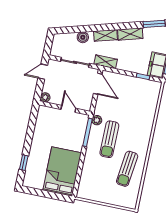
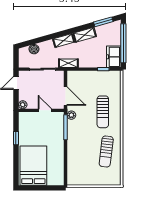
boiler: (83, 37) -> (34, 49), moved
door: (98, 84) -> (66, 96), moved
sun lounger: (109, 139) -> (103, 112), moved
window: (24, 163) -> (16, 138), moved
bed: (62, 172) -> (33, 166), moved

